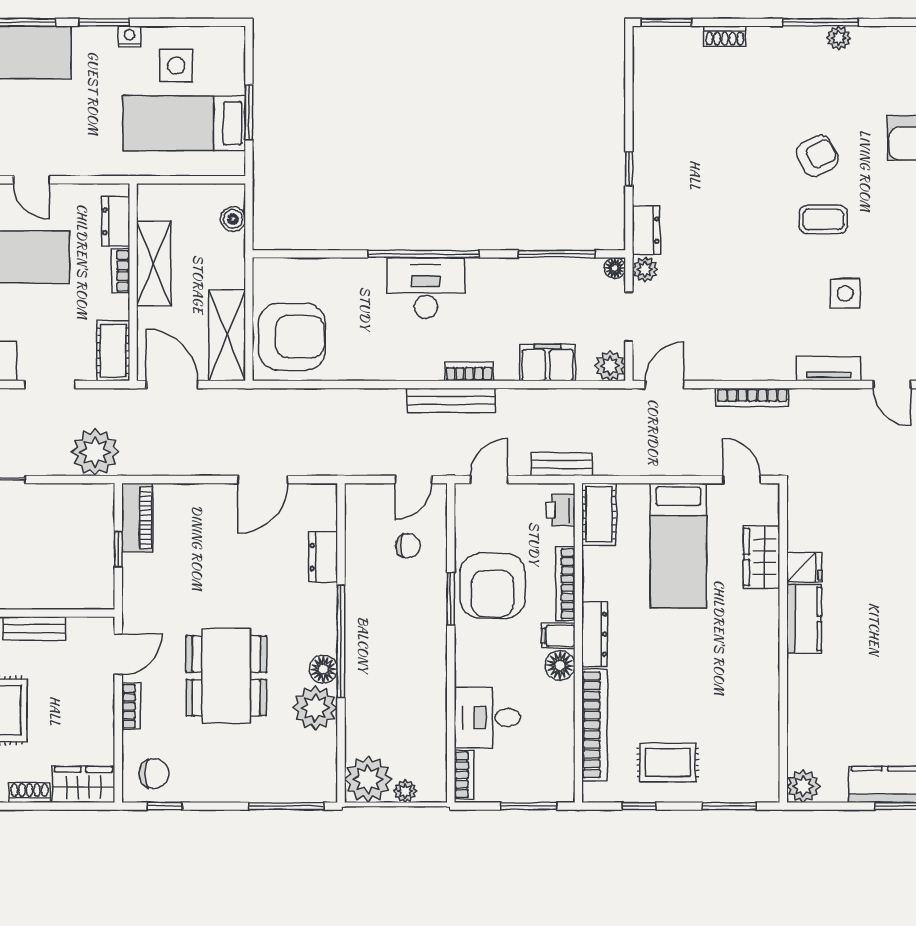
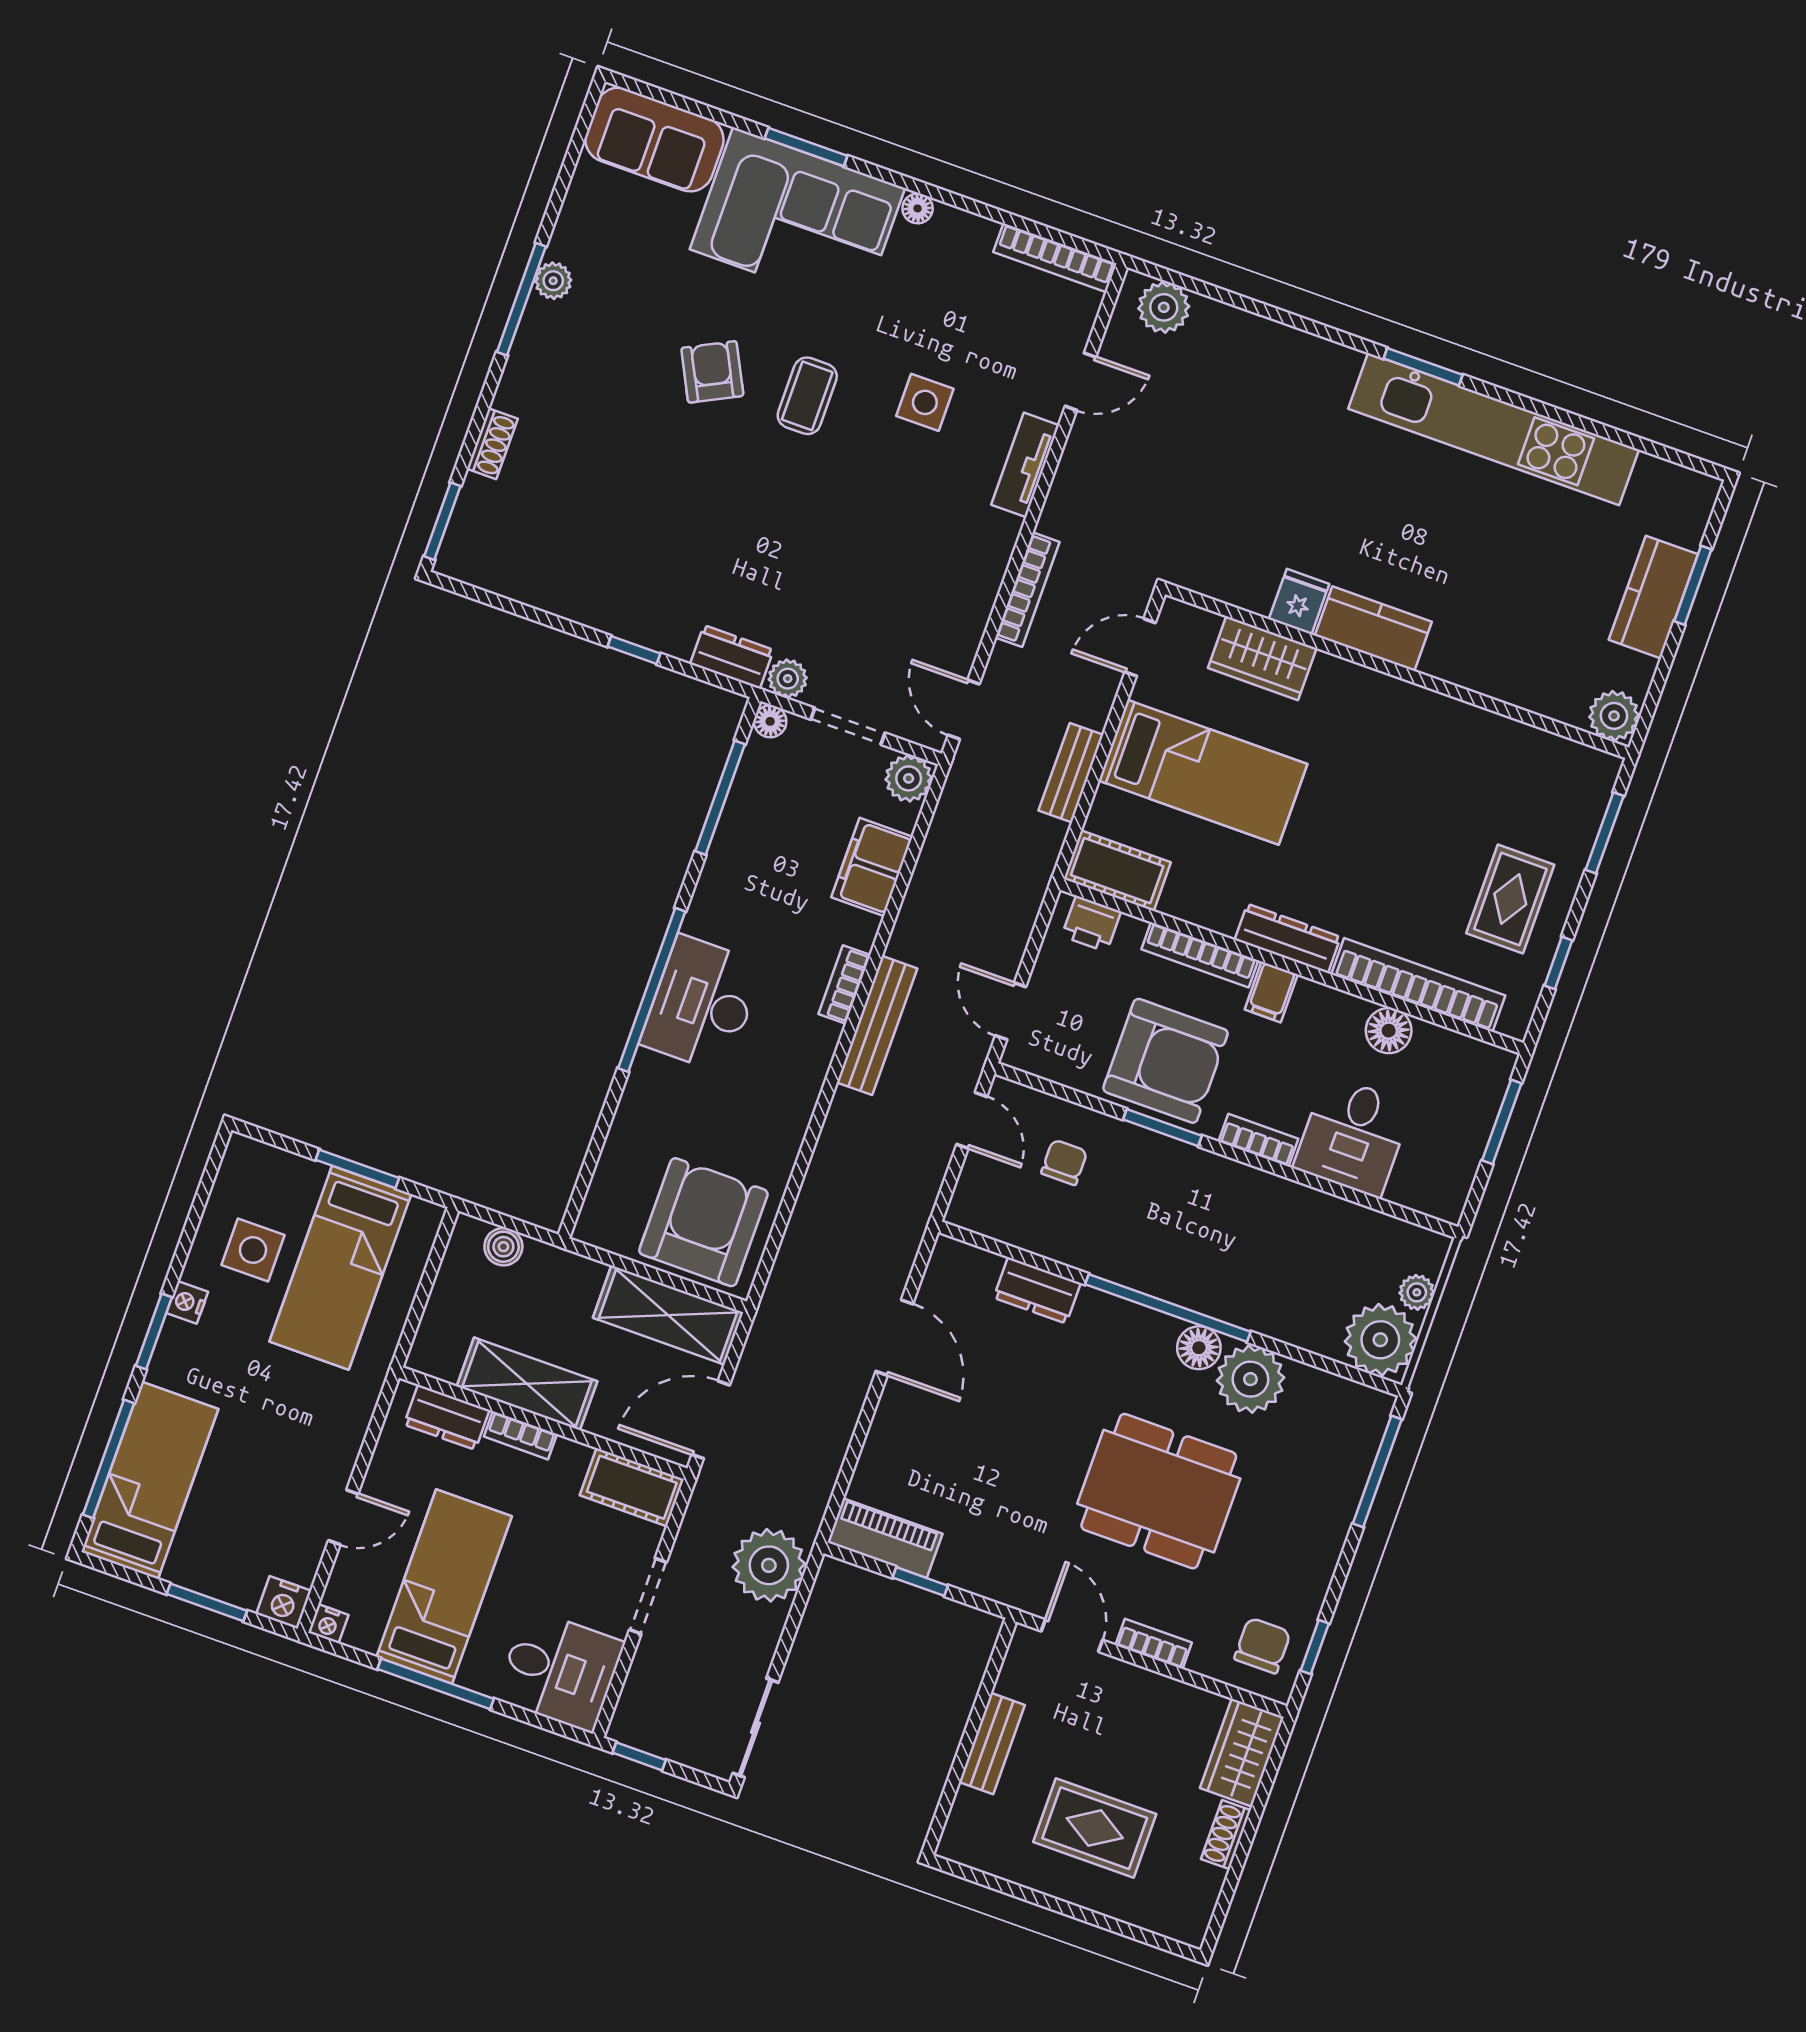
bench: (562, 464) -> (1071, 773), moved
floor lamp: (560, 665) -> (1389, 1031), moved
bookcase: (464, 775) -> (1258, 1140), moved

